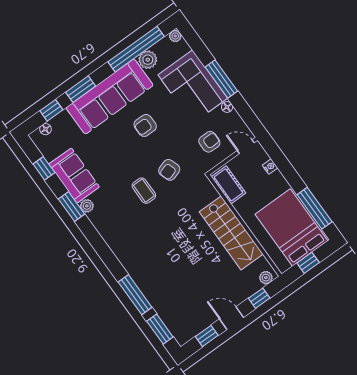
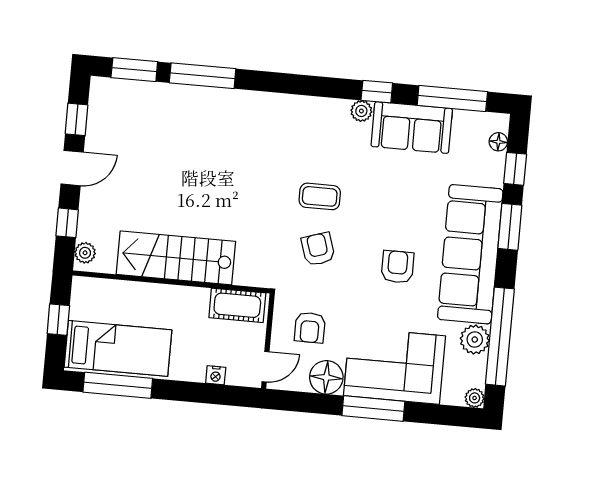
floor lamp: (227, 107) -> (326, 377), width x1.89, depth x1.89
window: (44, 168) -> (452, 98), width x2.17
window: (71, 207) -> (377, 92), width x0.67
bed: (291, 227) -> (118, 348), width x0.67

